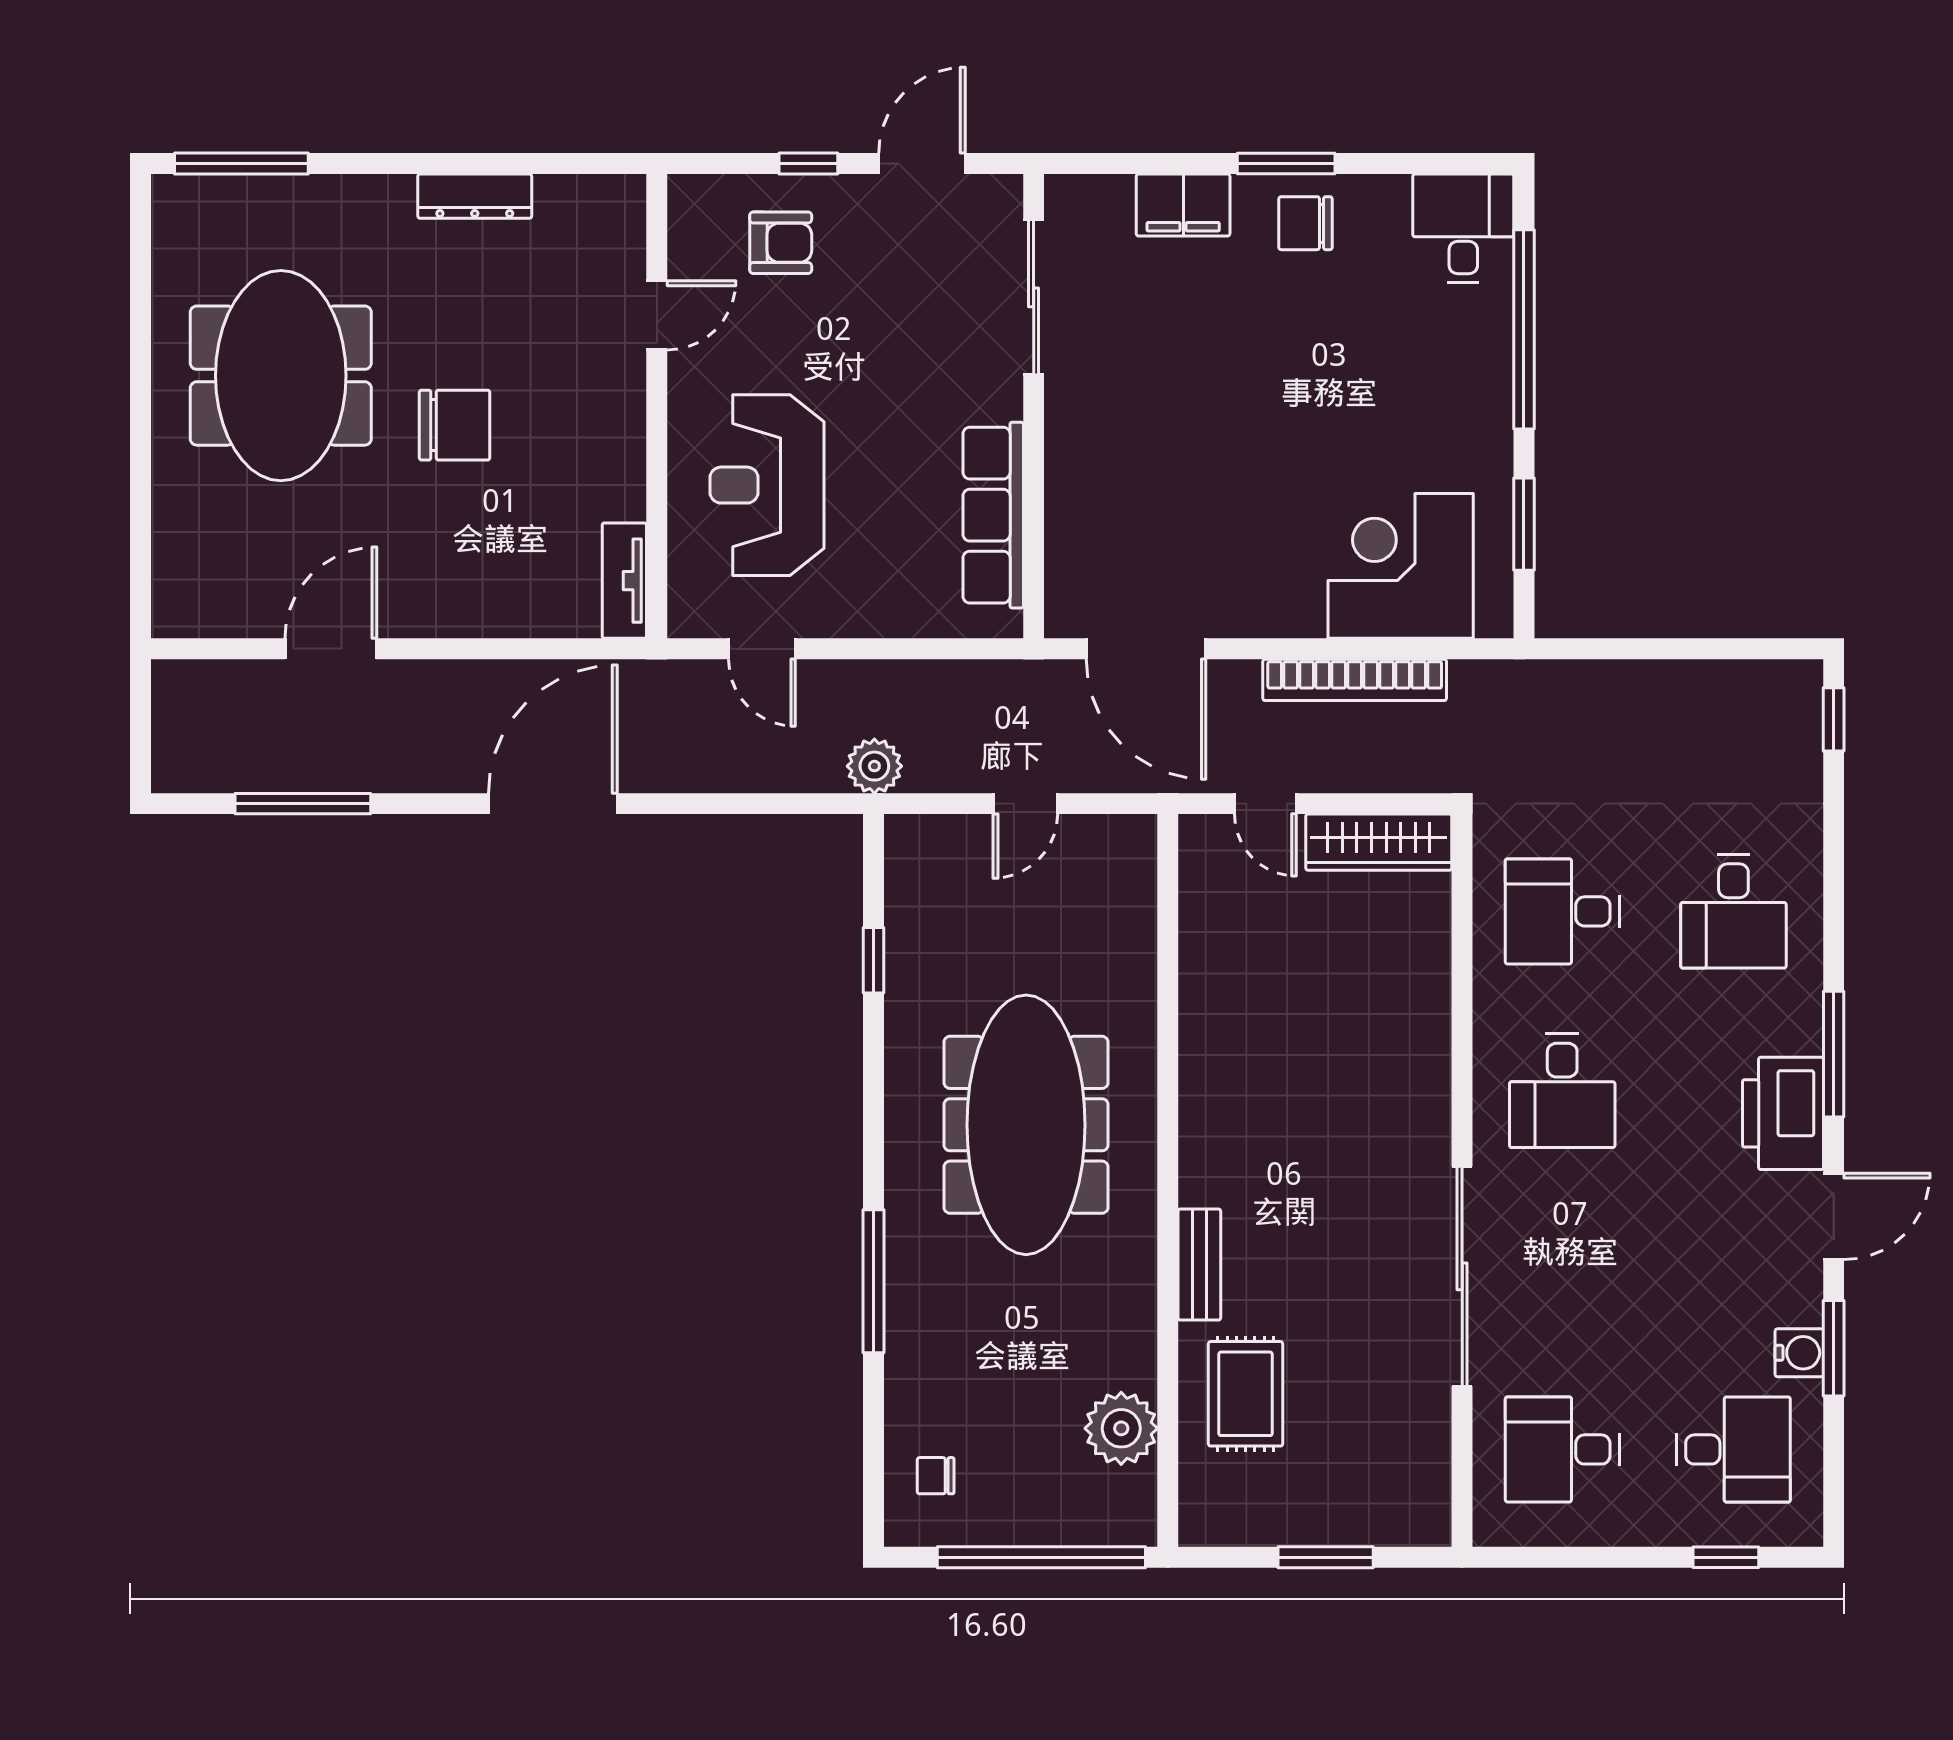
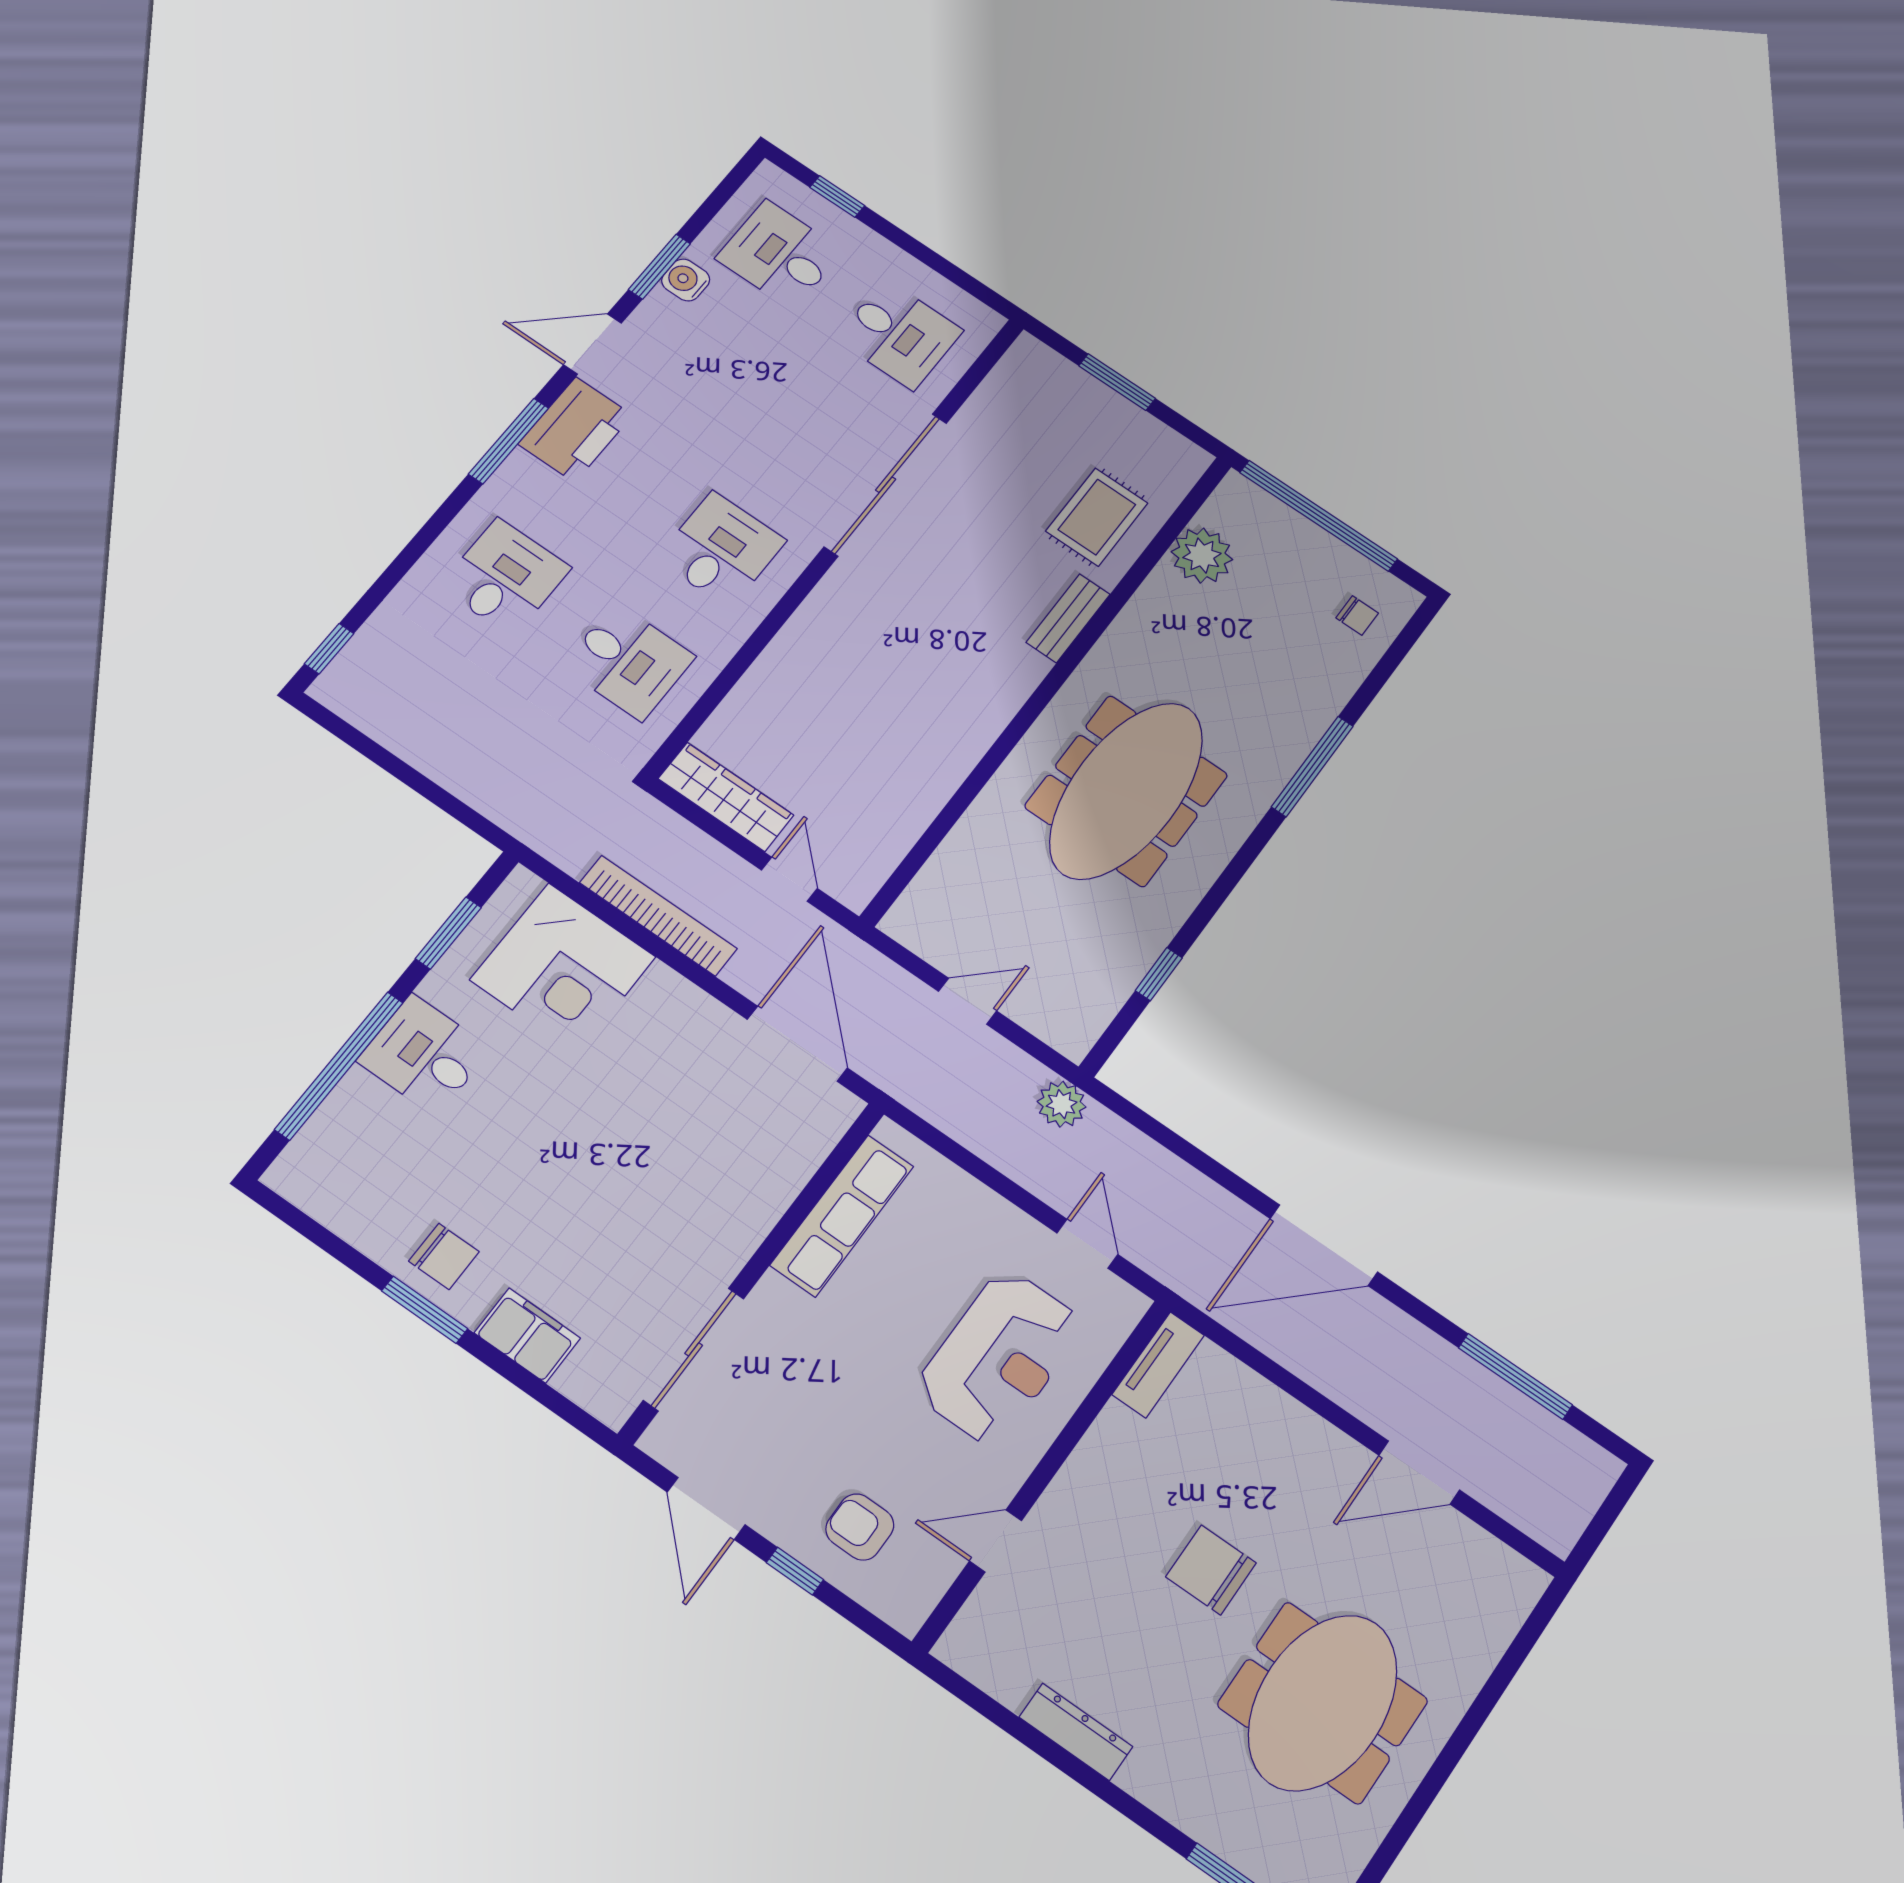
door: (922, 164) -> (706, 1508), hinge flipped
desk: (1463, 228) -> (424, 1055), moved, turned 90

